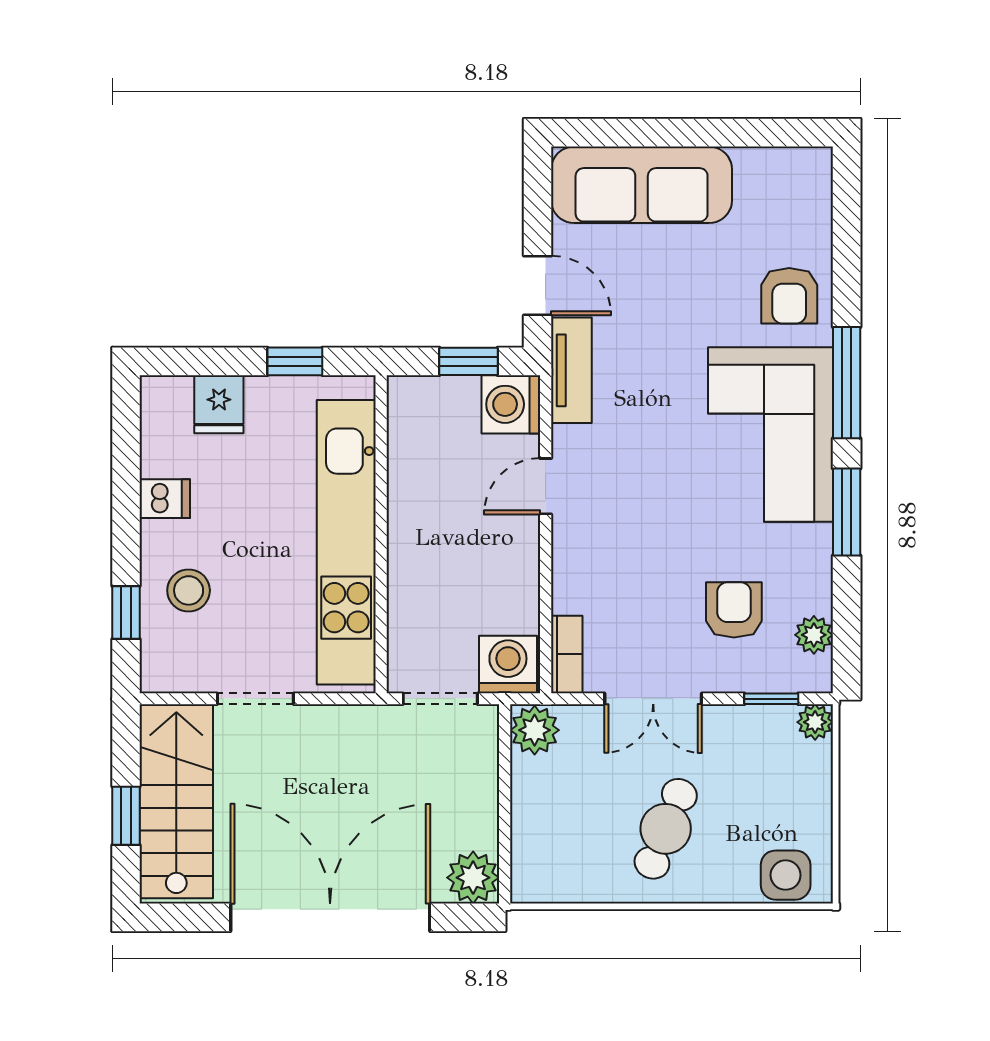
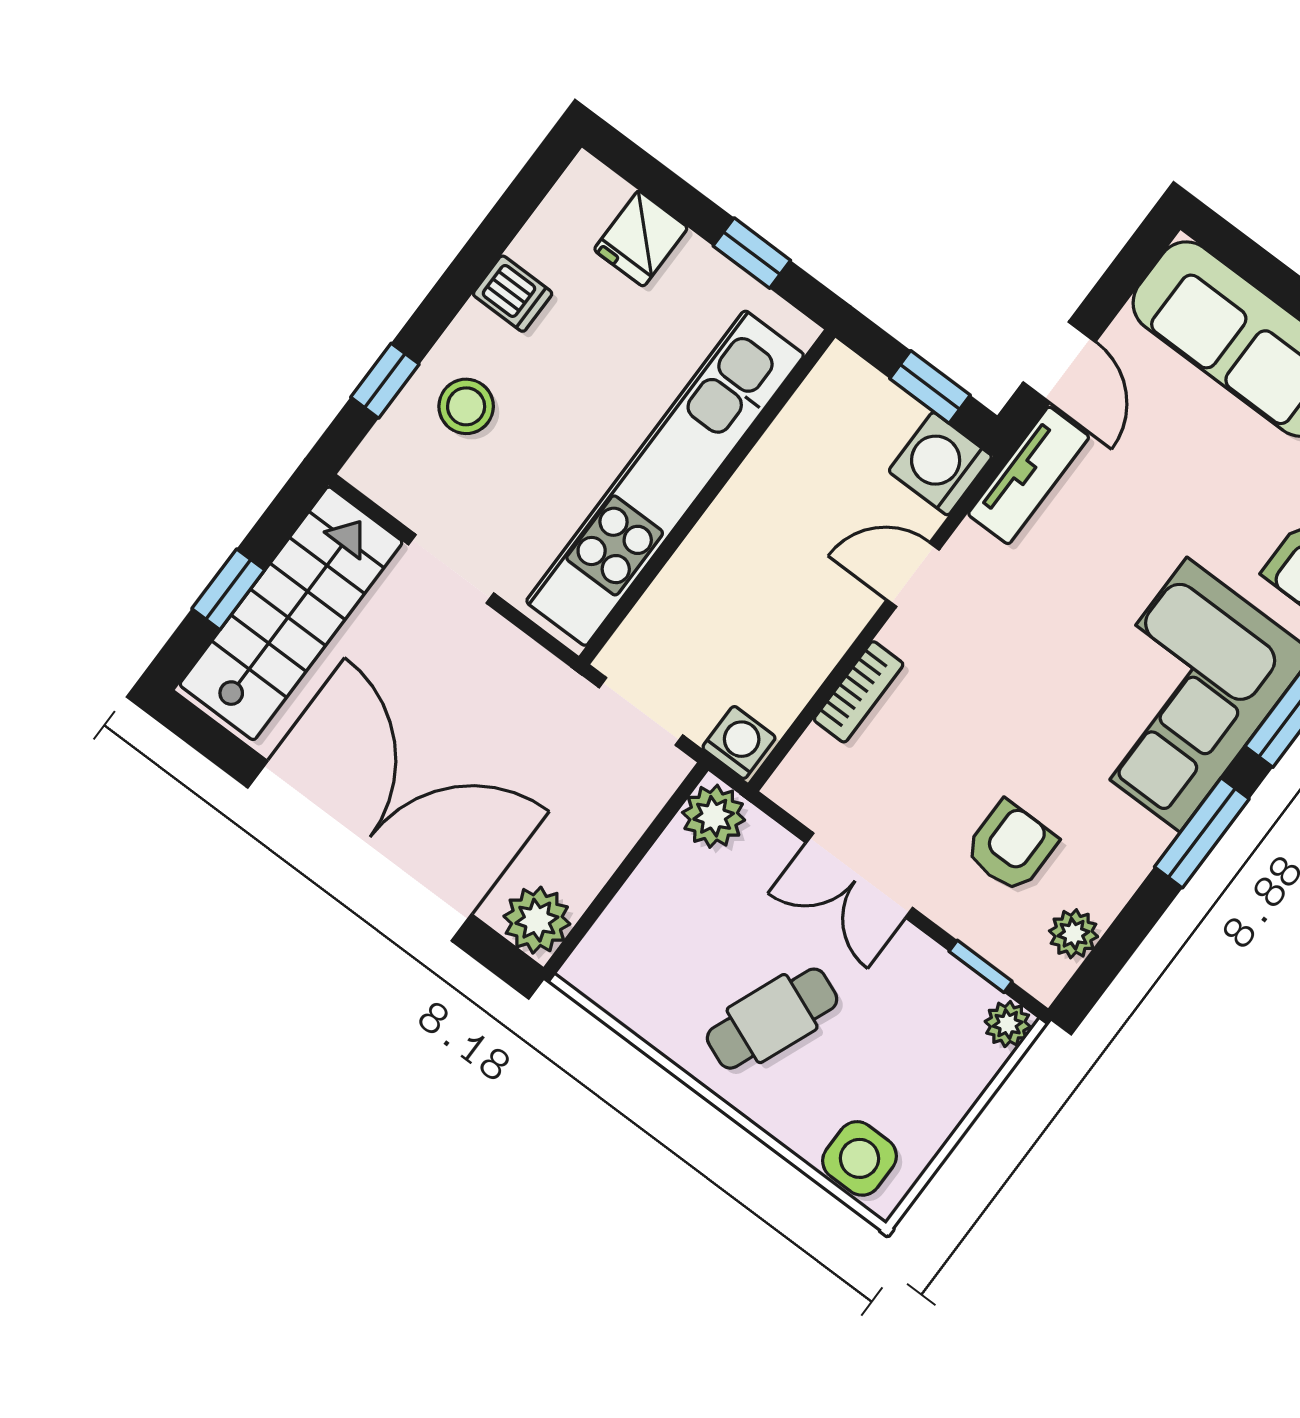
bookcase: (567, 654) -> (859, 692), moved
washing machine: (508, 664) -> (739, 743), width x0.73, depth x0.73

